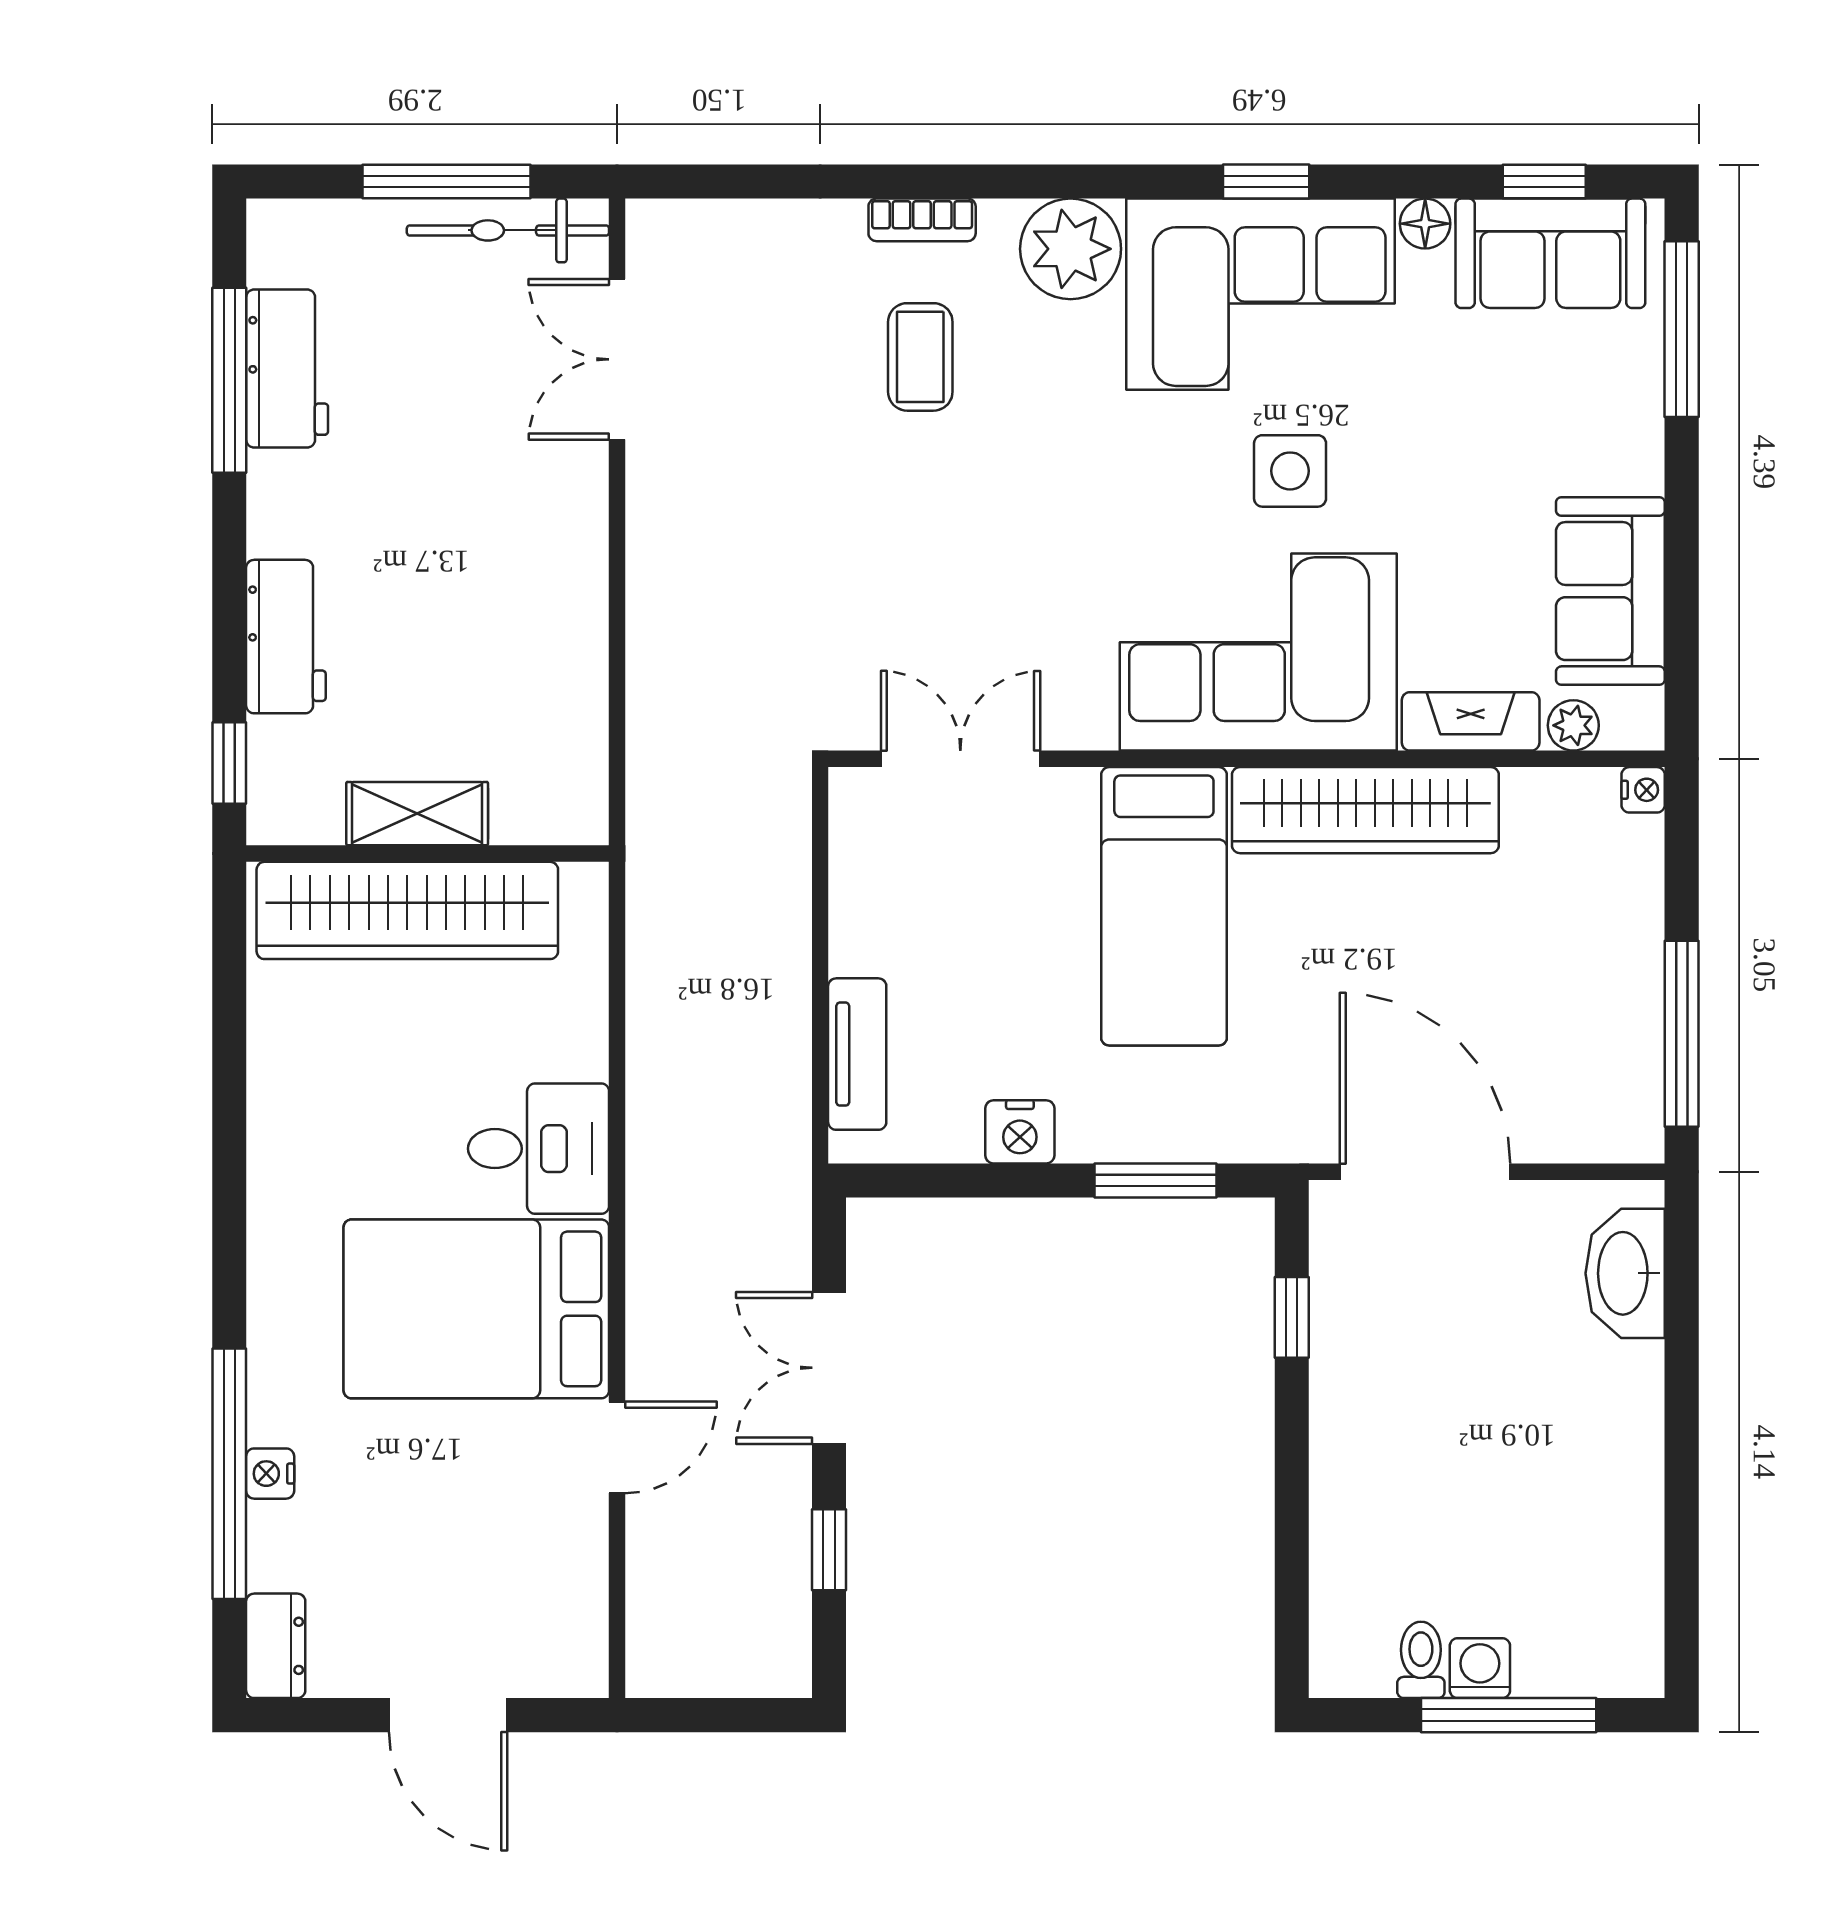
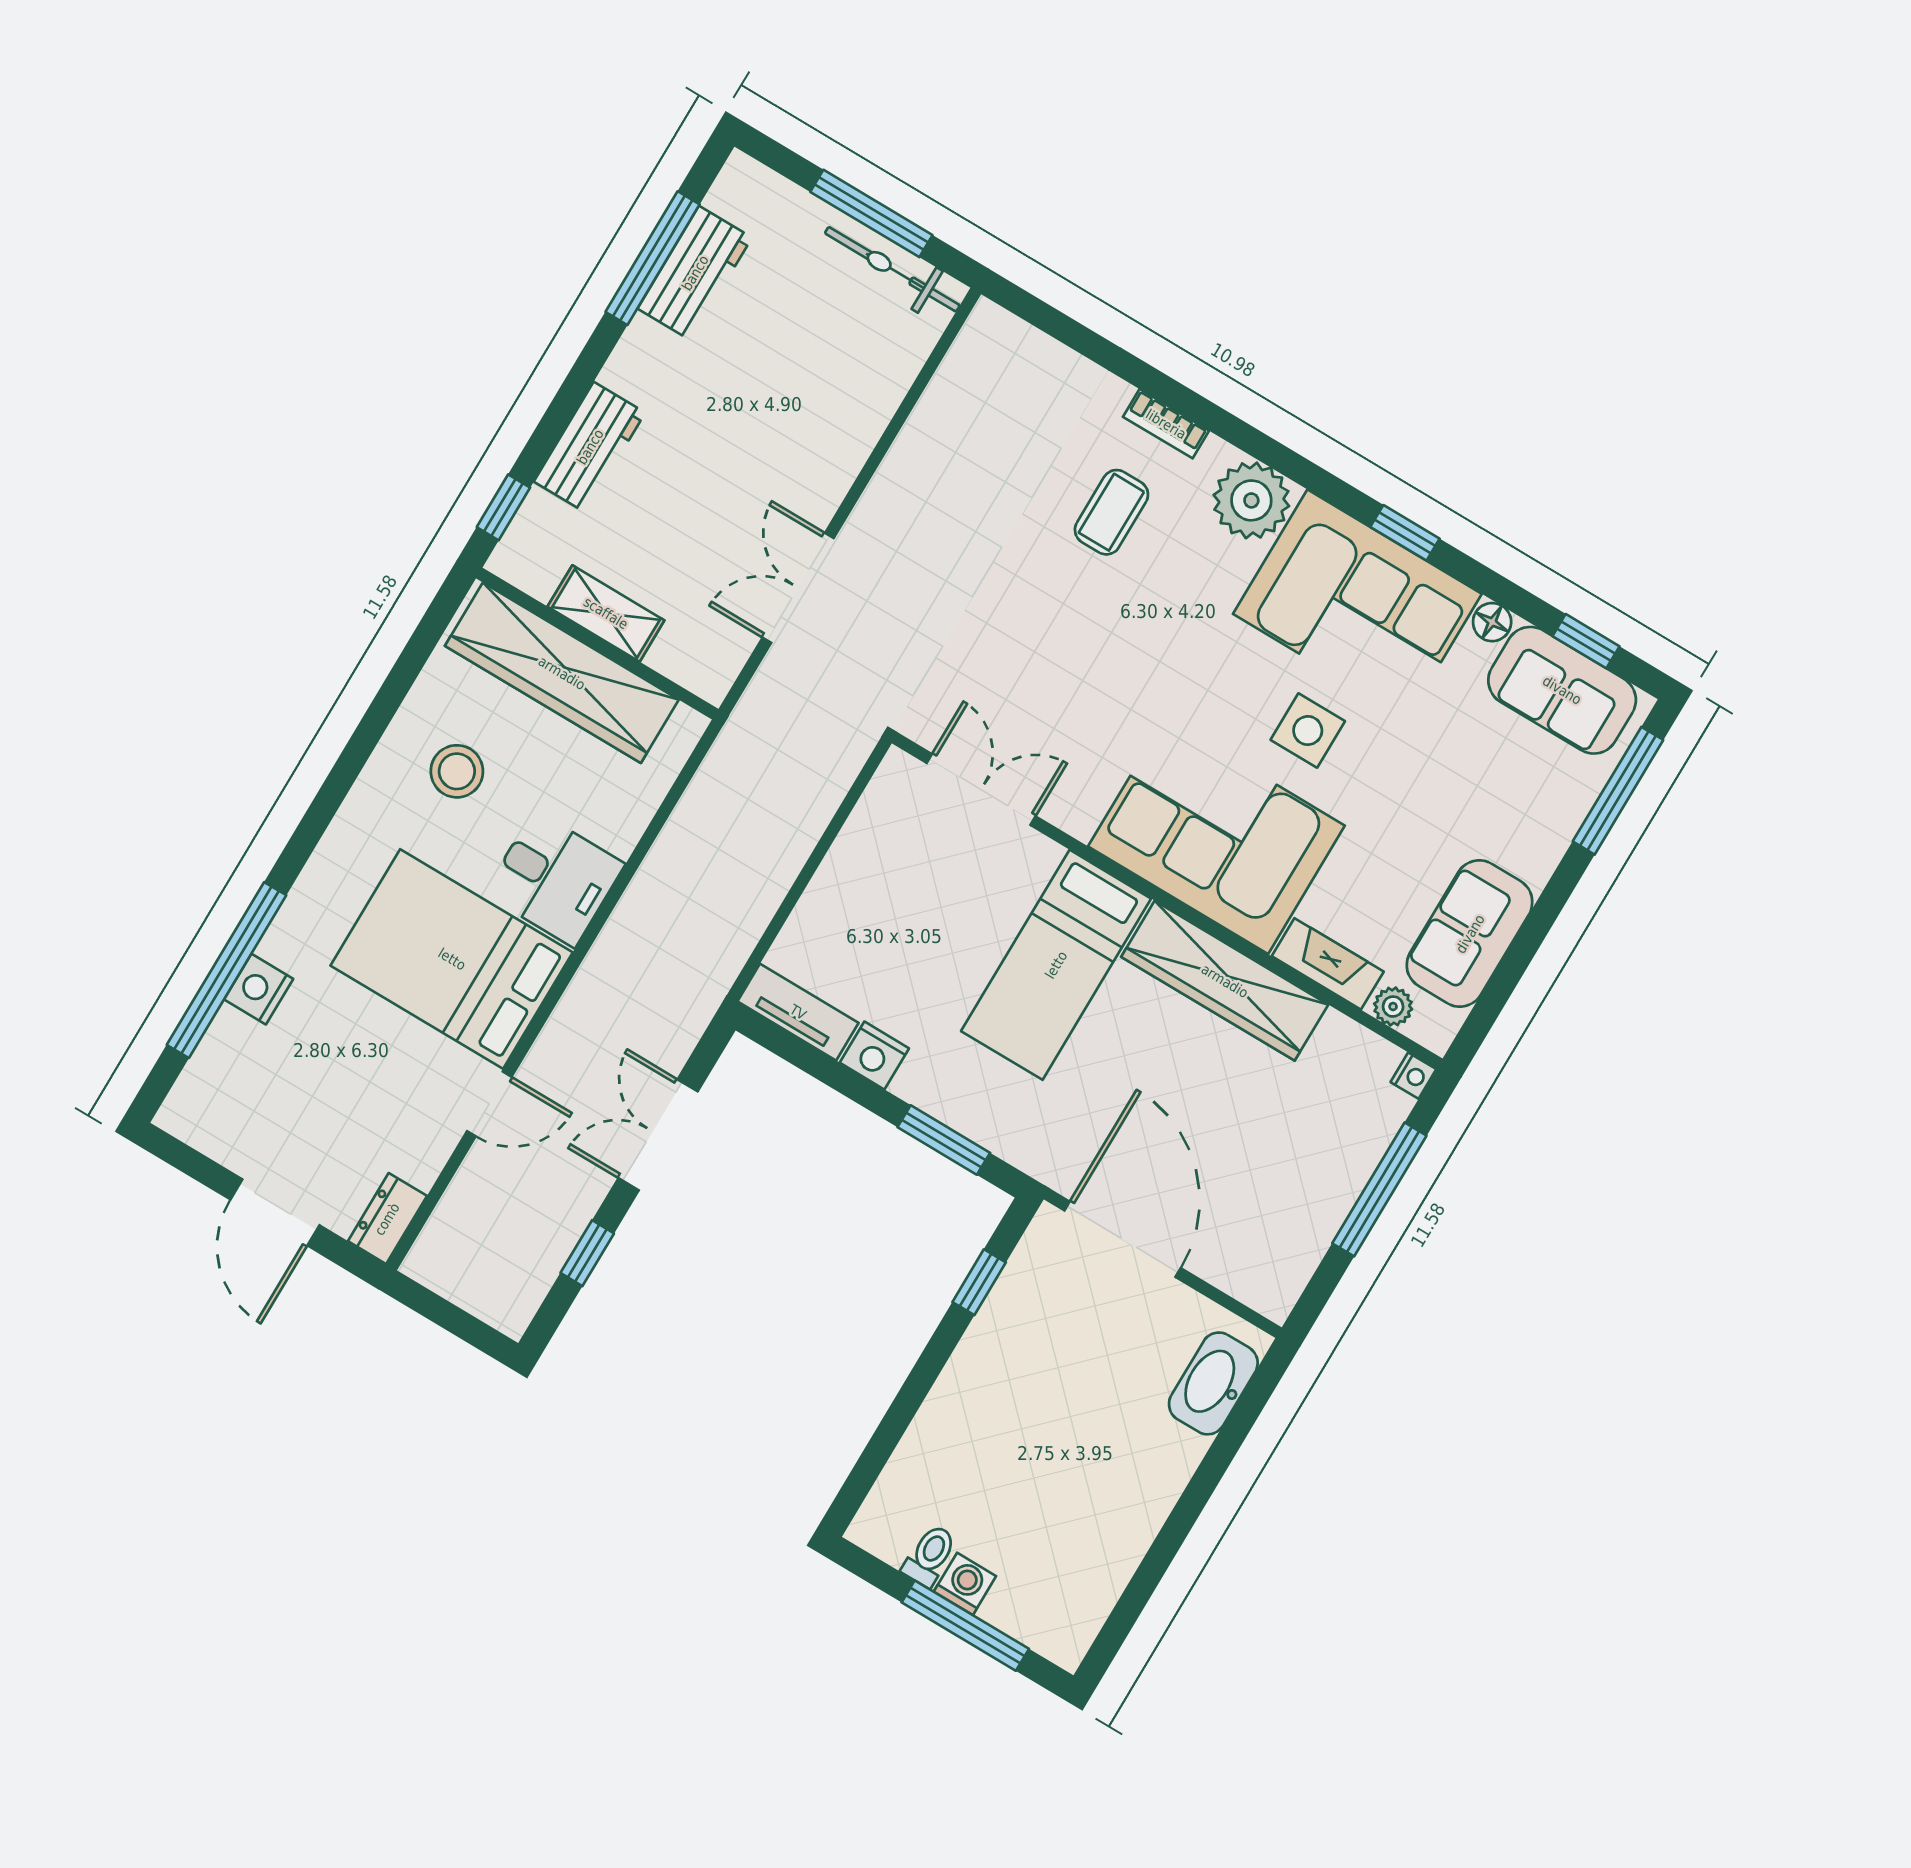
double door: (617, 359) -> (798, 588), moved
window: (1682, 1034) -> (1379, 1189), moved
tv unit: (857, 1054) -> (798, 1012), moved, turned -90
stool: (355, 1093) -> (457, 771), added
nightstand: (270, 1474) -> (259, 989), width x1.39, depth x1.35
dresser: (276, 1646) -> (387, 1219), moved, turned 180

